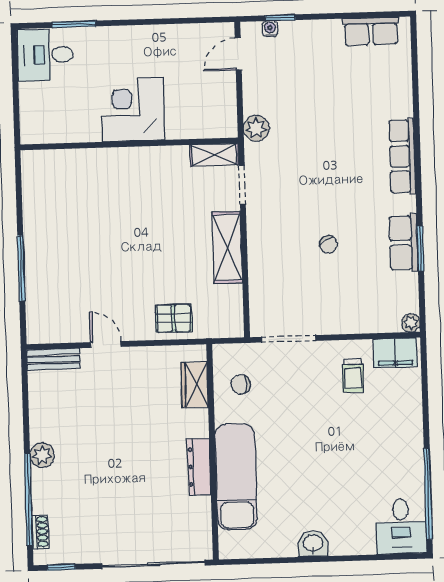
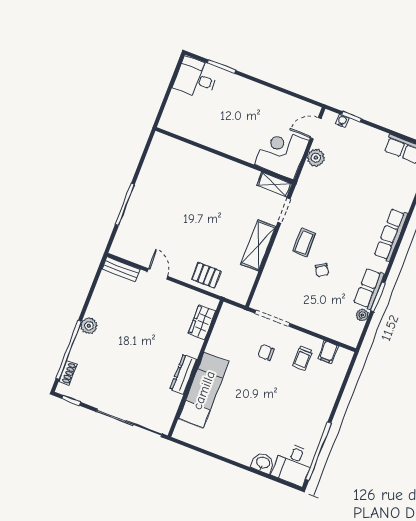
corner desk: (133, 110) -> (282, 153), moved
plant: (256, 128) -> (316, 158), moved
coffee table: (288, 217) -> (304, 243), added
plant: (411, 323) -> (362, 315), moved
filing cabinet: (395, 353) -> (328, 352), width x0.50
chair: (241, 384) -> (266, 352), moved
washbasin: (313, 544) -> (263, 463), moved

